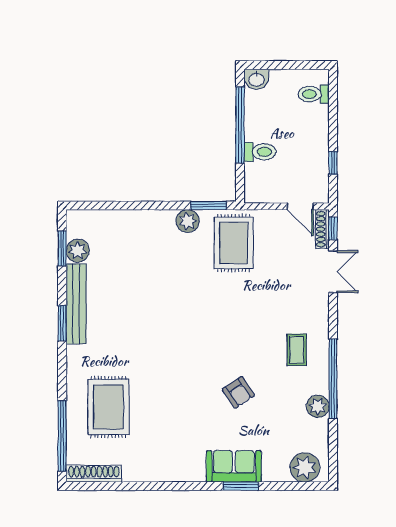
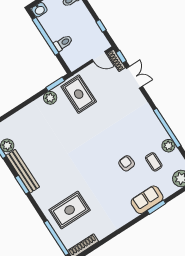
coffee table: (297, 350) -> (154, 162), moved
armchair: (238, 392) -> (127, 163), turned -151
rug: (108, 407) -> (70, 210), turned 90

